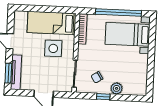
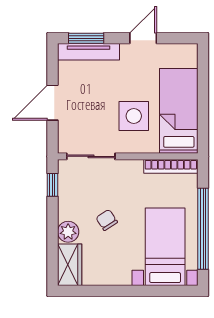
chair: (97, 77) -> (107, 220), moved
wardrobe: (135, 88) -> (70, 265), added
window: (103, 97) -> (52, 185), moved

